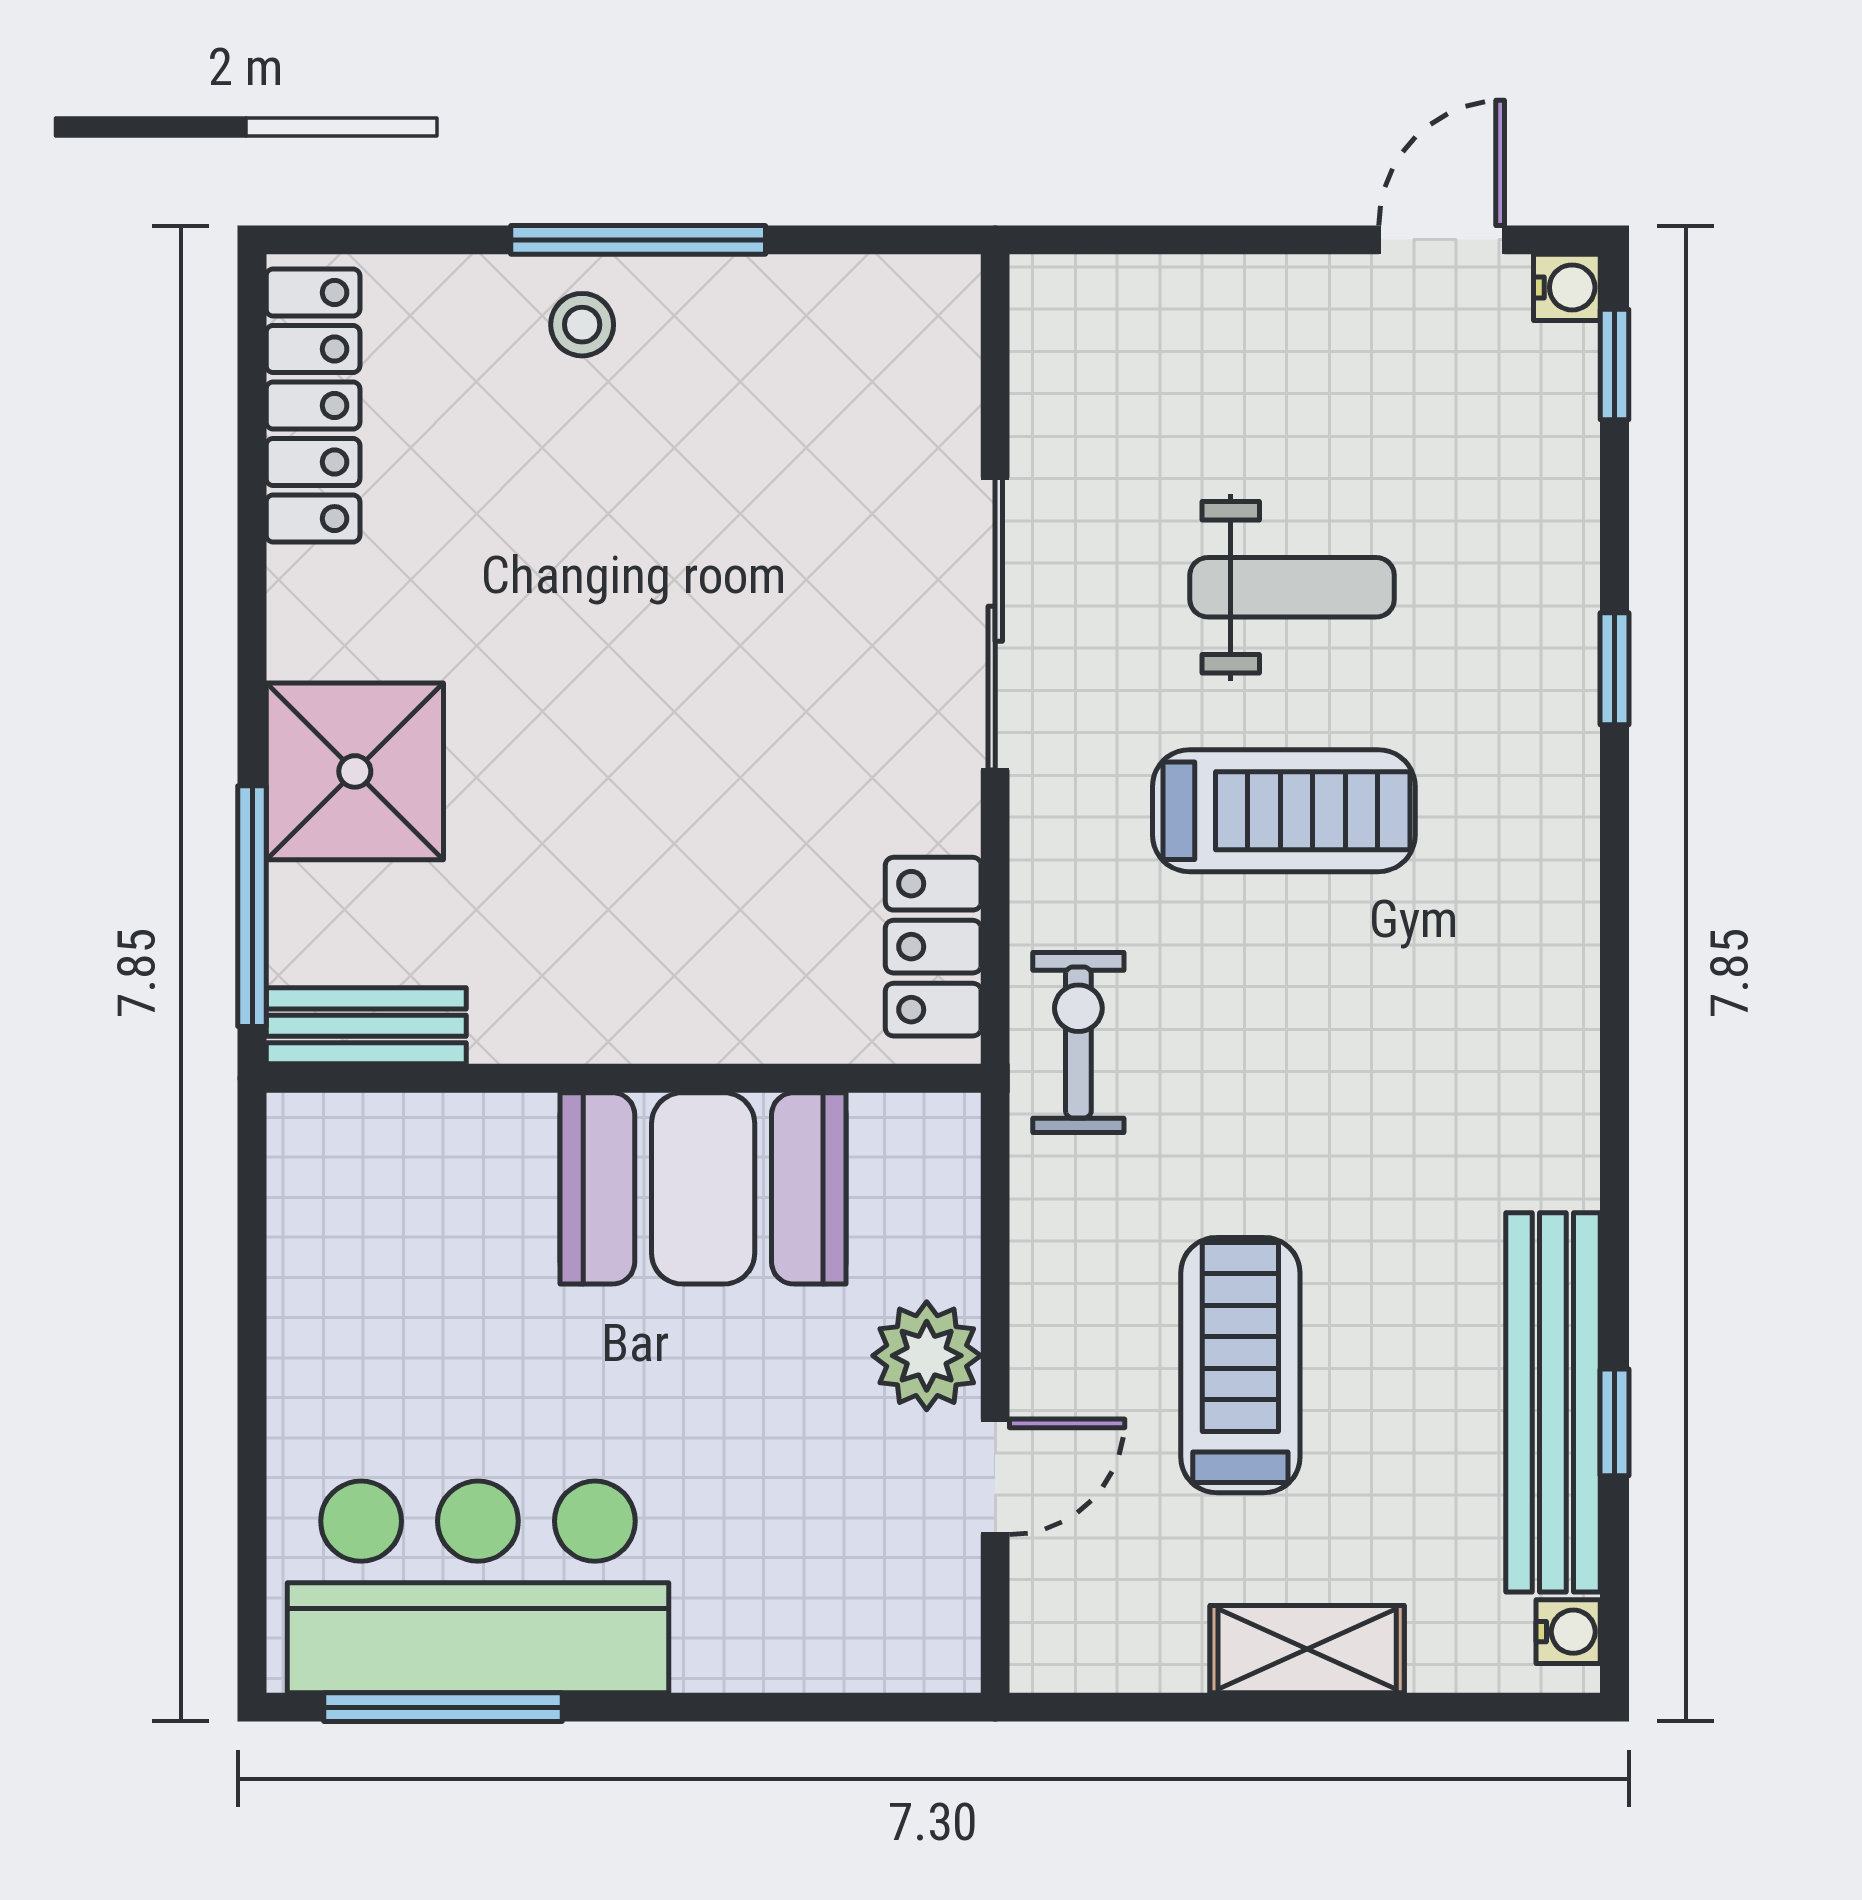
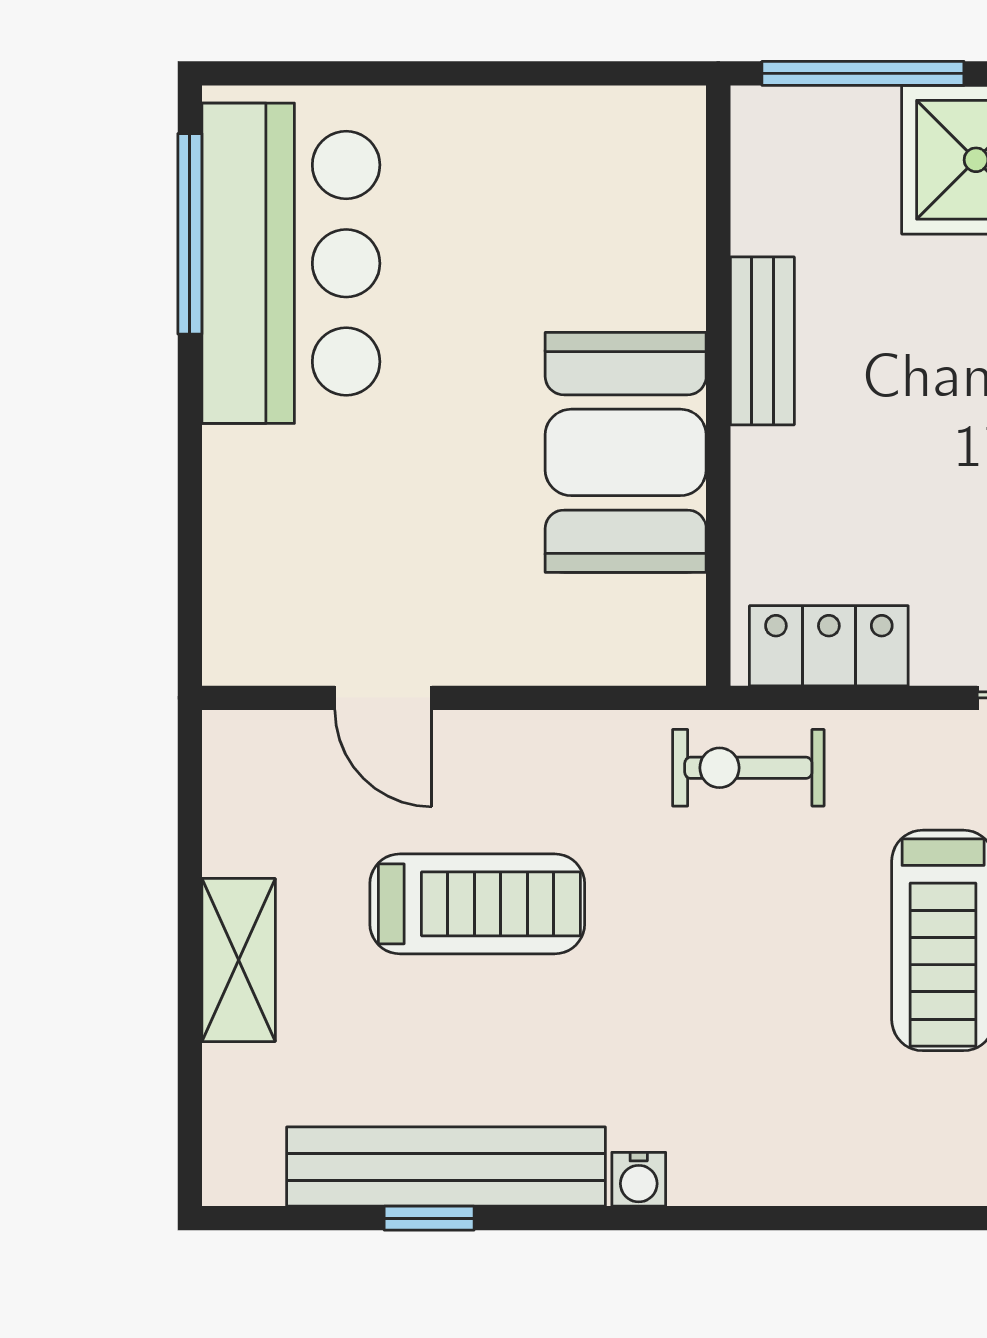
bench: (366, 1026) -> (762, 341), moved
exercise bike: (1078, 1042) -> (748, 768), turned 180
plant: (927, 1356) -> (485, 640), removed
water cooler: (1568, 1632) -> (639, 1179), moved

